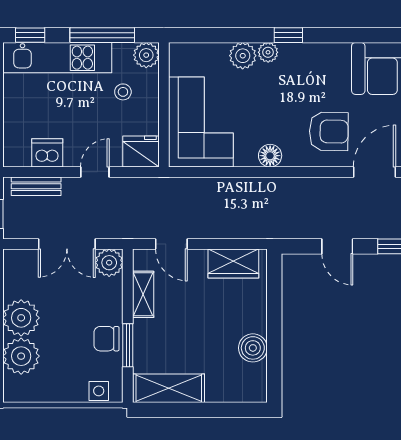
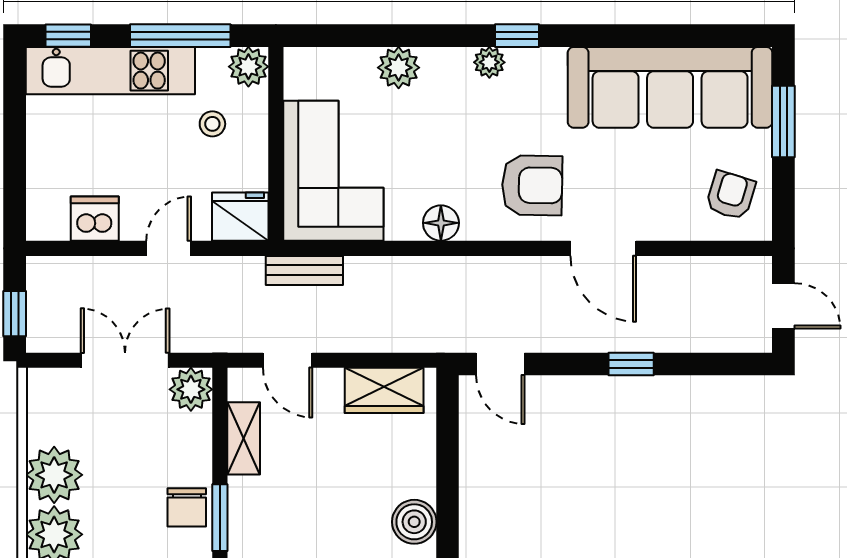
window: (288, 35) -> (517, 36), moved
plant: (268, 52) -> (489, 62), moved
door: (374, 172) -> (603, 248), swing flipped
bench: (36, 186) -> (304, 270), moved
double door: (67, 244) -> (125, 360), swing flipped
door: (337, 246) -> (500, 364), moved
chair: (106, 339) -> (187, 507), turned -90

